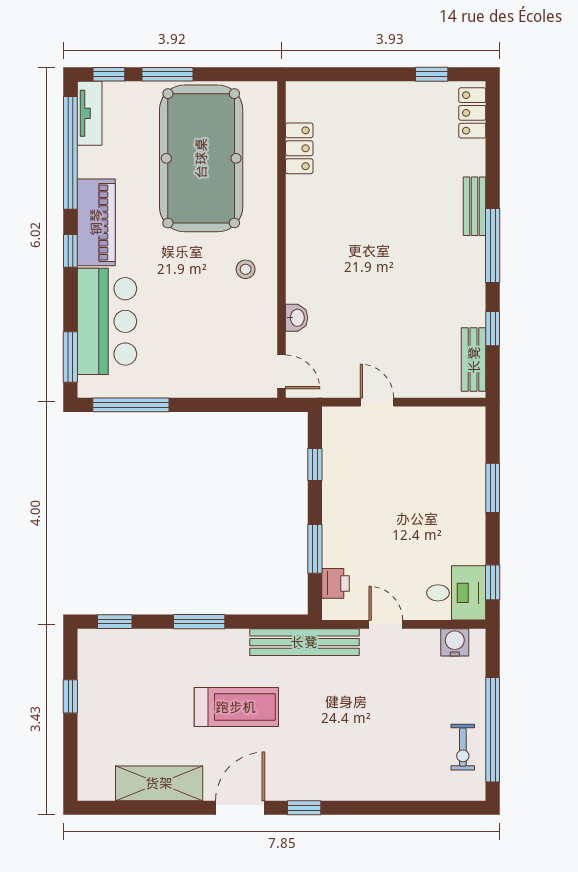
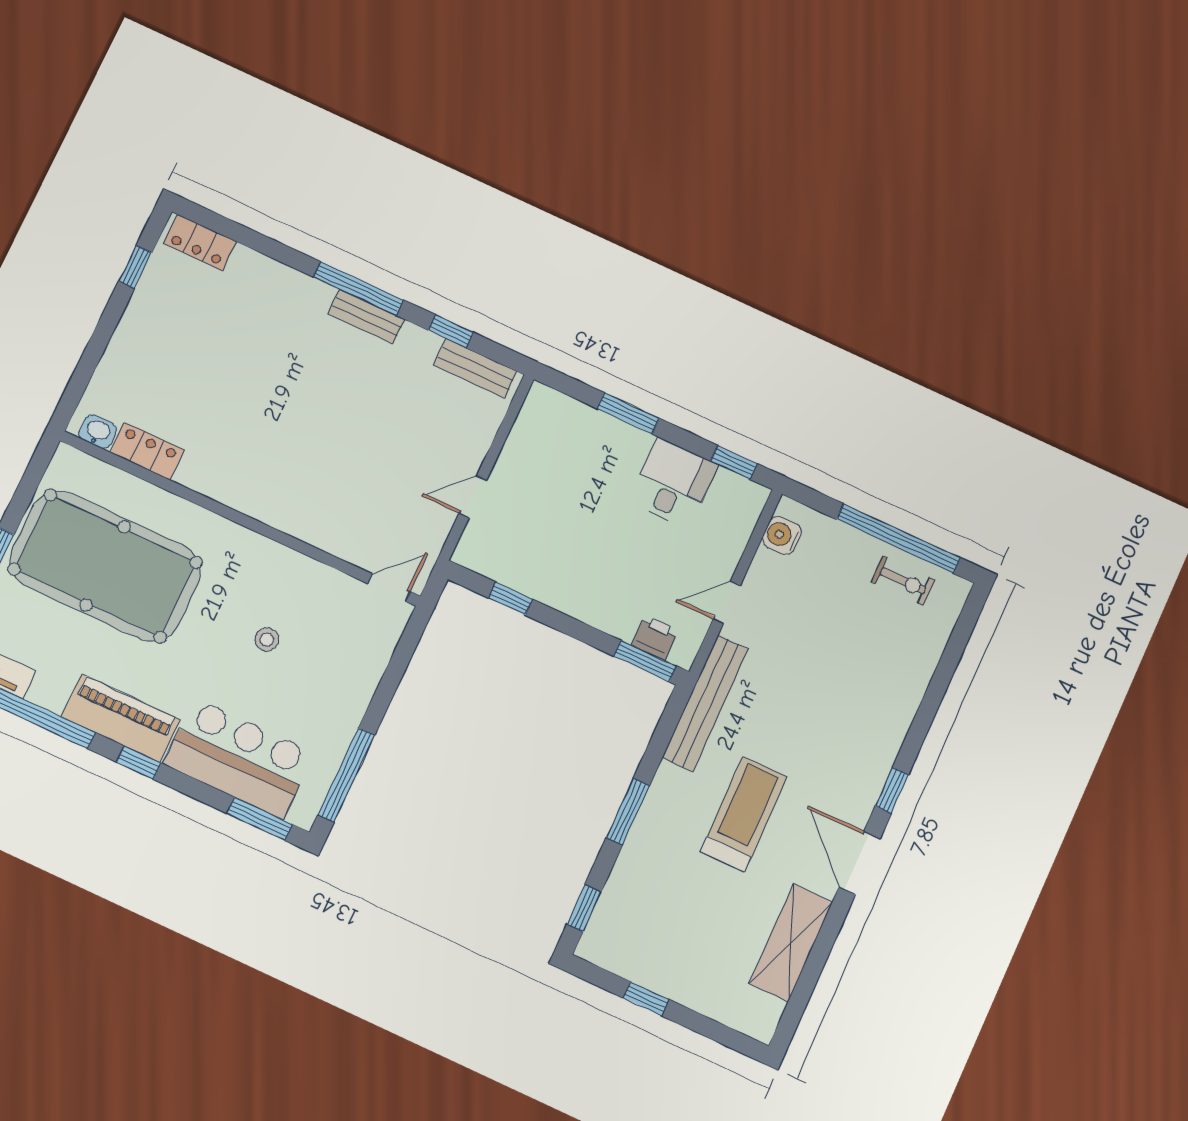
bench: (475, 206) -> (366, 316), moved
stool: (246, 269) -> (267, 640), moved
washbasin: (297, 318) -> (98, 432), moved
window: (315, 549) -> (645, 661), moved
desk: (456, 593) -> (673, 483), moved

